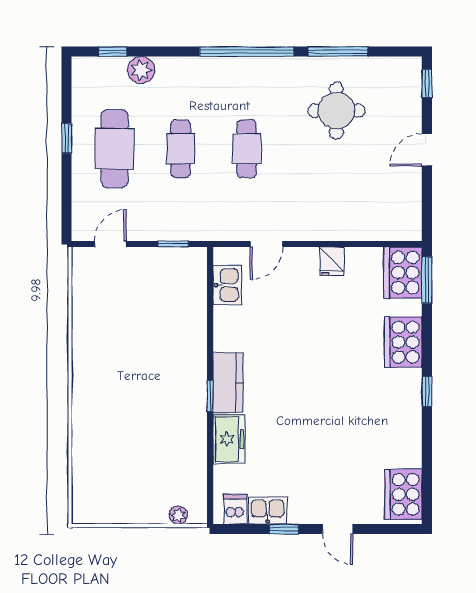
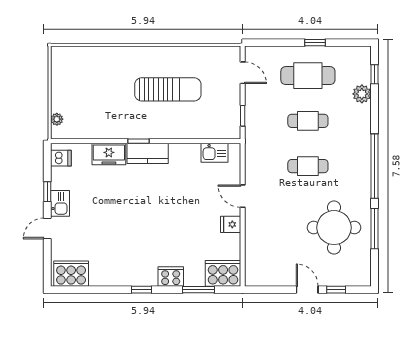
window: (427, 83) -> (336, 290), moved
round table: (336, 111) -> (334, 228), width x1.36, depth x1.36
door: (266, 244) -> (243, 196), moved
window: (427, 280) -> (199, 290), moved
cooker: (403, 342) -> (171, 276), width x0.73, depth x0.76
sun lounger: (135, 353) -> (168, 89), added
kitchen sink: (268, 510) -> (60, 203), moved

